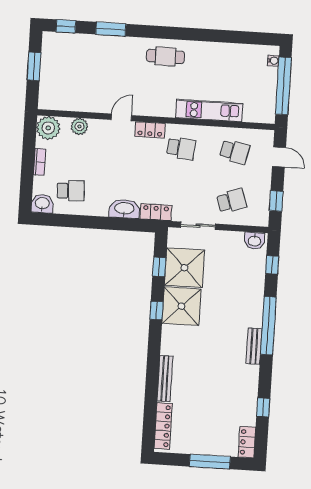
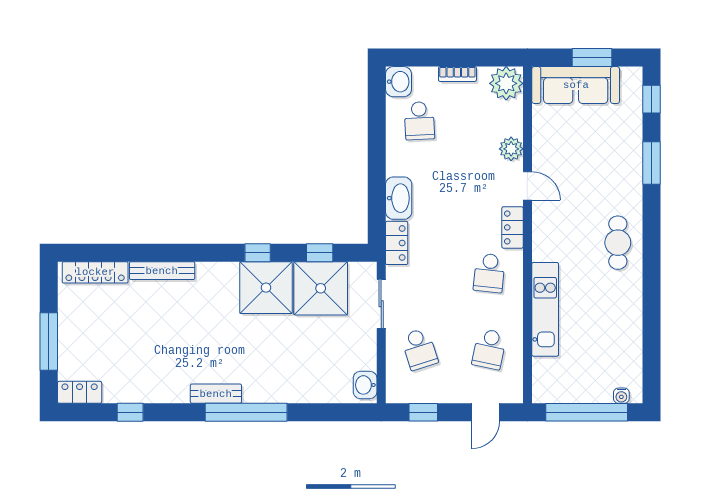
sofa: (53, 79) -> (576, 85), added
plant: (79, 126) -> (511, 149), moved
window: (272, 265) -> (332, 412), removed

